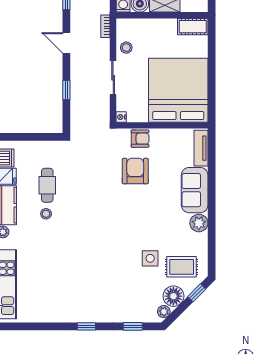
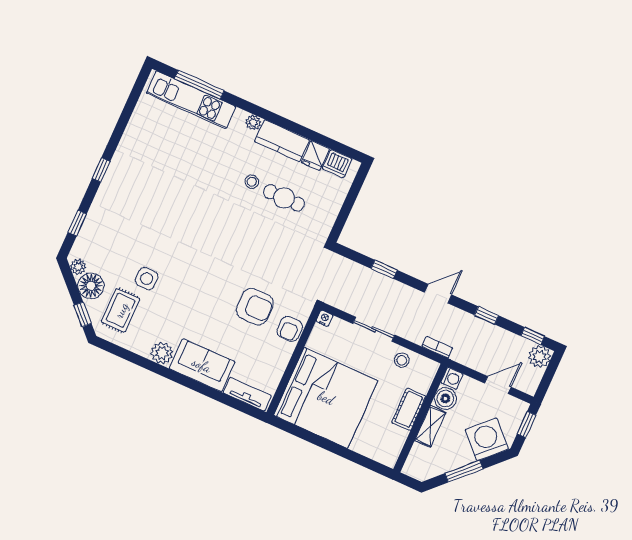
cot: (193, 27) -> (409, 409), moved

